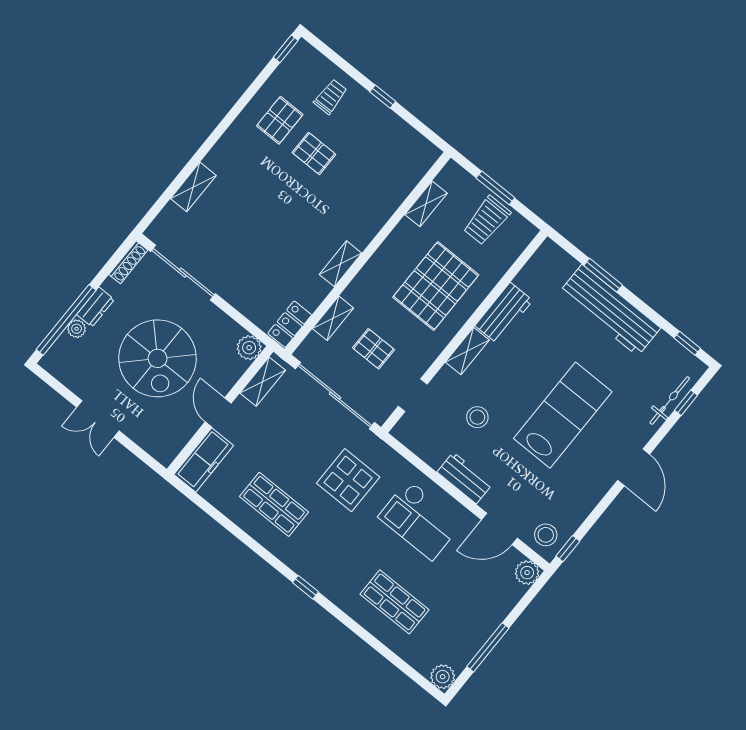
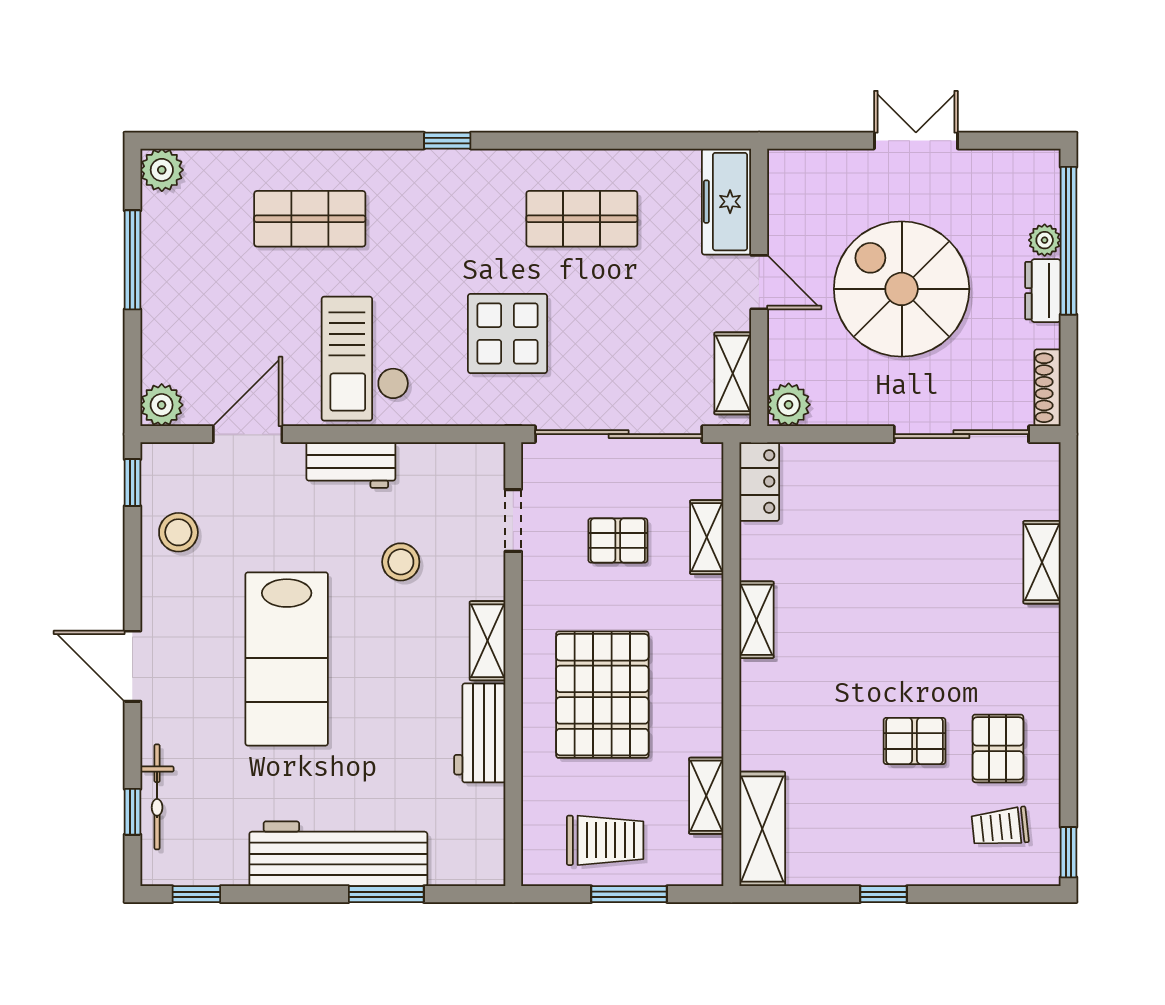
trolley: (330, 97) -> (1000, 827), moved, turned 85
shelving: (413, 169) -> (762, 829), added
trolley: (487, 220) -> (605, 840), turned 90
checkout: (420, 520) -> (365, 359), turned -90
stool: (546, 535) -> (178, 532), moved

